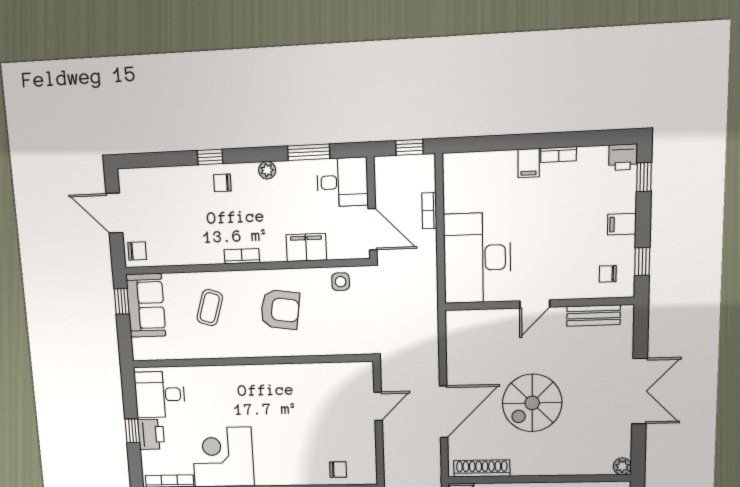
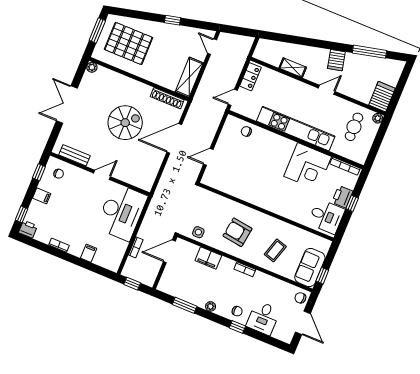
filing cabinet: (529, 163) -> (89, 253), moved
desk: (342, 182) -> (263, 318), moved, turned -90
door: (372, 229) -> (169, 251), hinge flipped

